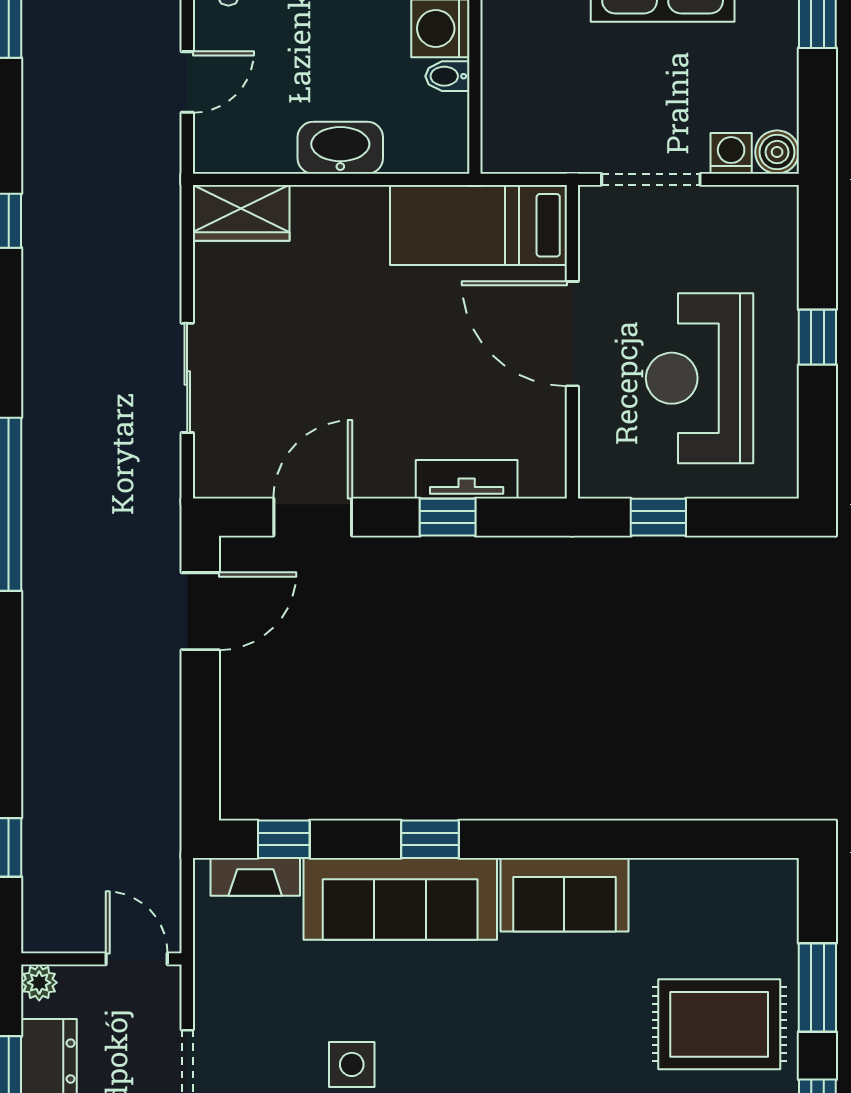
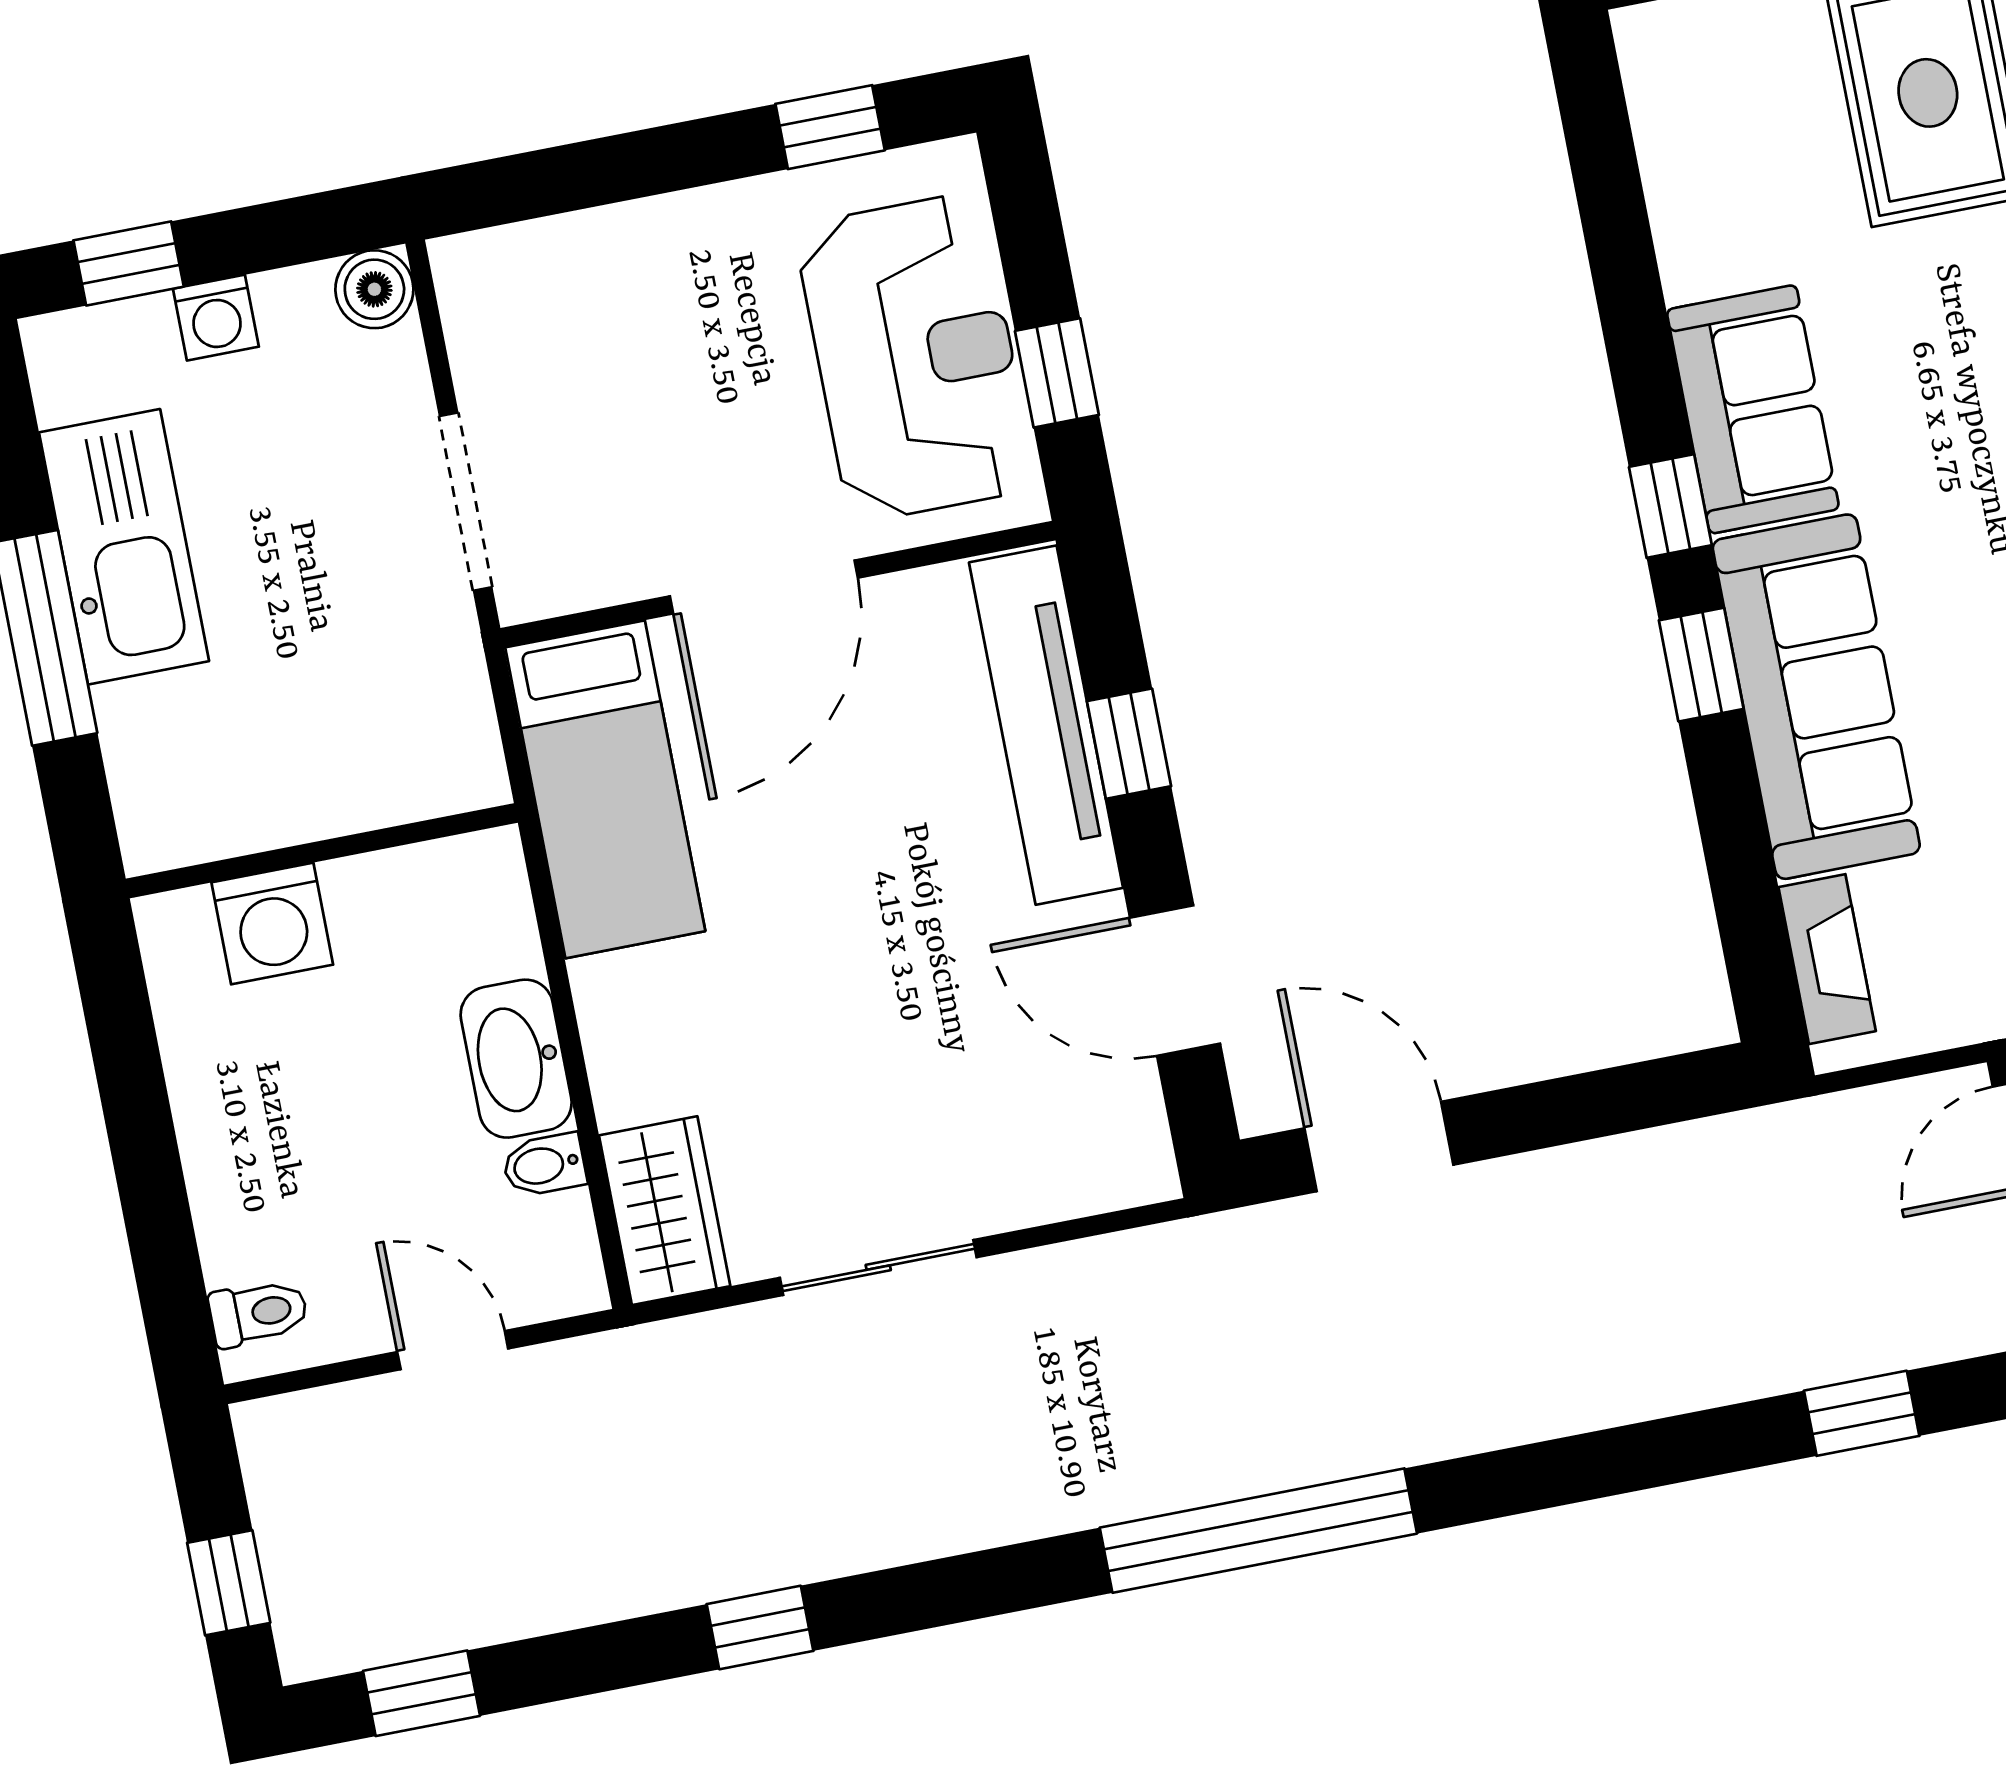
bidet: (447, 76) -> (544, 1165), moved, turned 90
washing machine: (731, 153) -> (216, 318), moved, turned -90
window: (817, 337) -> (830, 127), moved
sliding door: (187, 378) -> (878, 1268), moved
reception desk: (700, 378) -> (915, 357), moved, turned -90
tv unit: (467, 479) -> (1046, 725), width x1.92, depth x1.29
window: (284, 839) -> (1670, 506), moved

